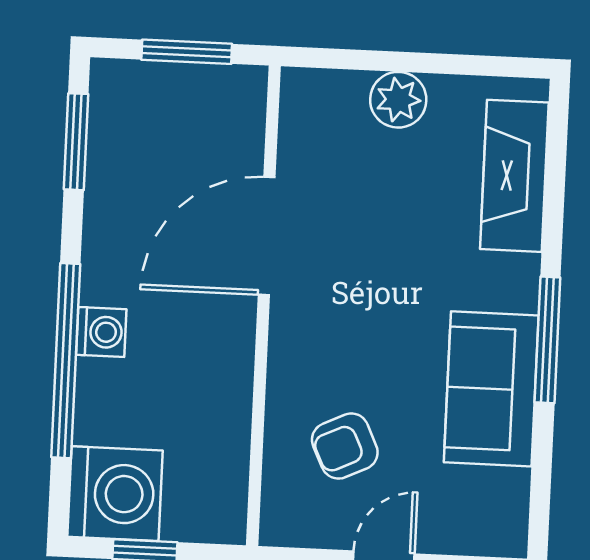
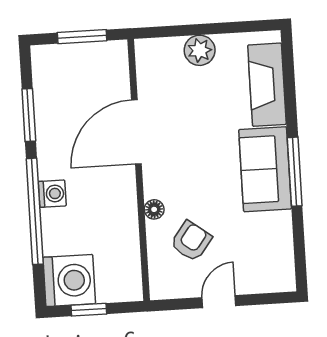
window: (76, 142) -> (29, 115), moved
floor lamp: (284, 381) -> (154, 209), added
sofa: (491, 389) -> (265, 169), moved
armchair: (345, 446) -> (191, 241), turned 152

